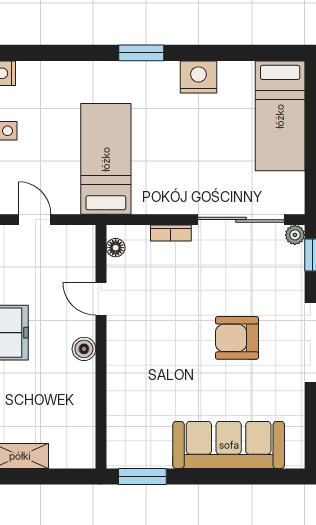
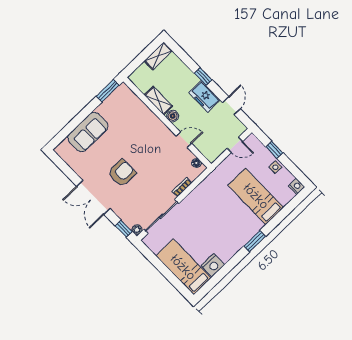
nightstand: (198, 77) -> (213, 265), moved
bed: (106, 159) -> (256, 196), moved, turned 180
shelving: (83, 391) -> (158, 101), added
sofa: (229, 445) -> (88, 132), width x0.73

